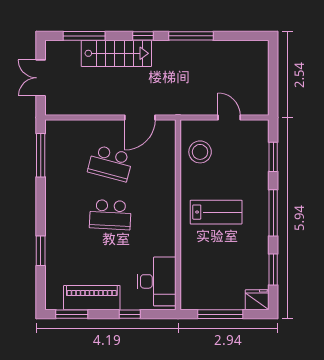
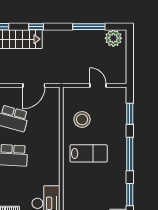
window: (191, 36) -> (89, 27), moved
plant: (250, 52) -> (113, 38), added
stool: (200, 152) -> (82, 119), moved

